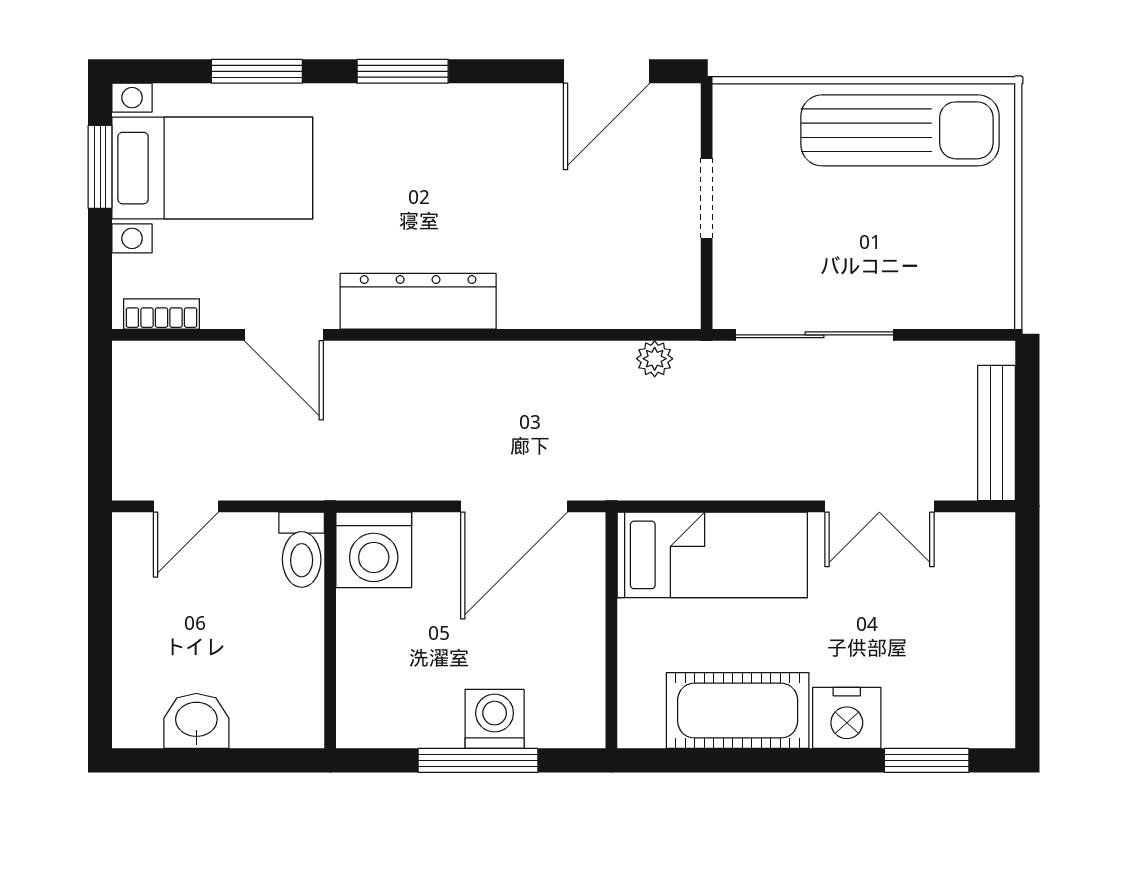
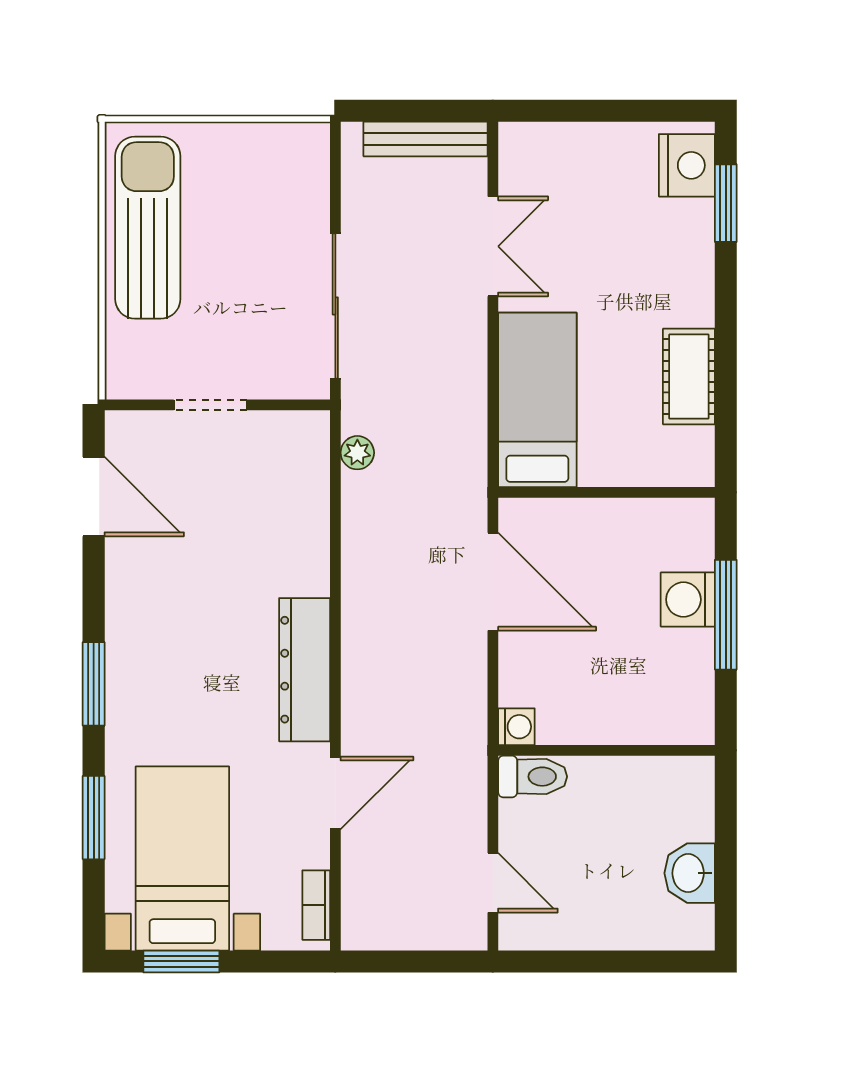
washing machine: (374, 550) -> (516, 727), width x0.53, depth x0.53
cot: (738, 711) -> (689, 377), width x0.73, depth x0.75
nightstand: (847, 718) -> (687, 165), moved

